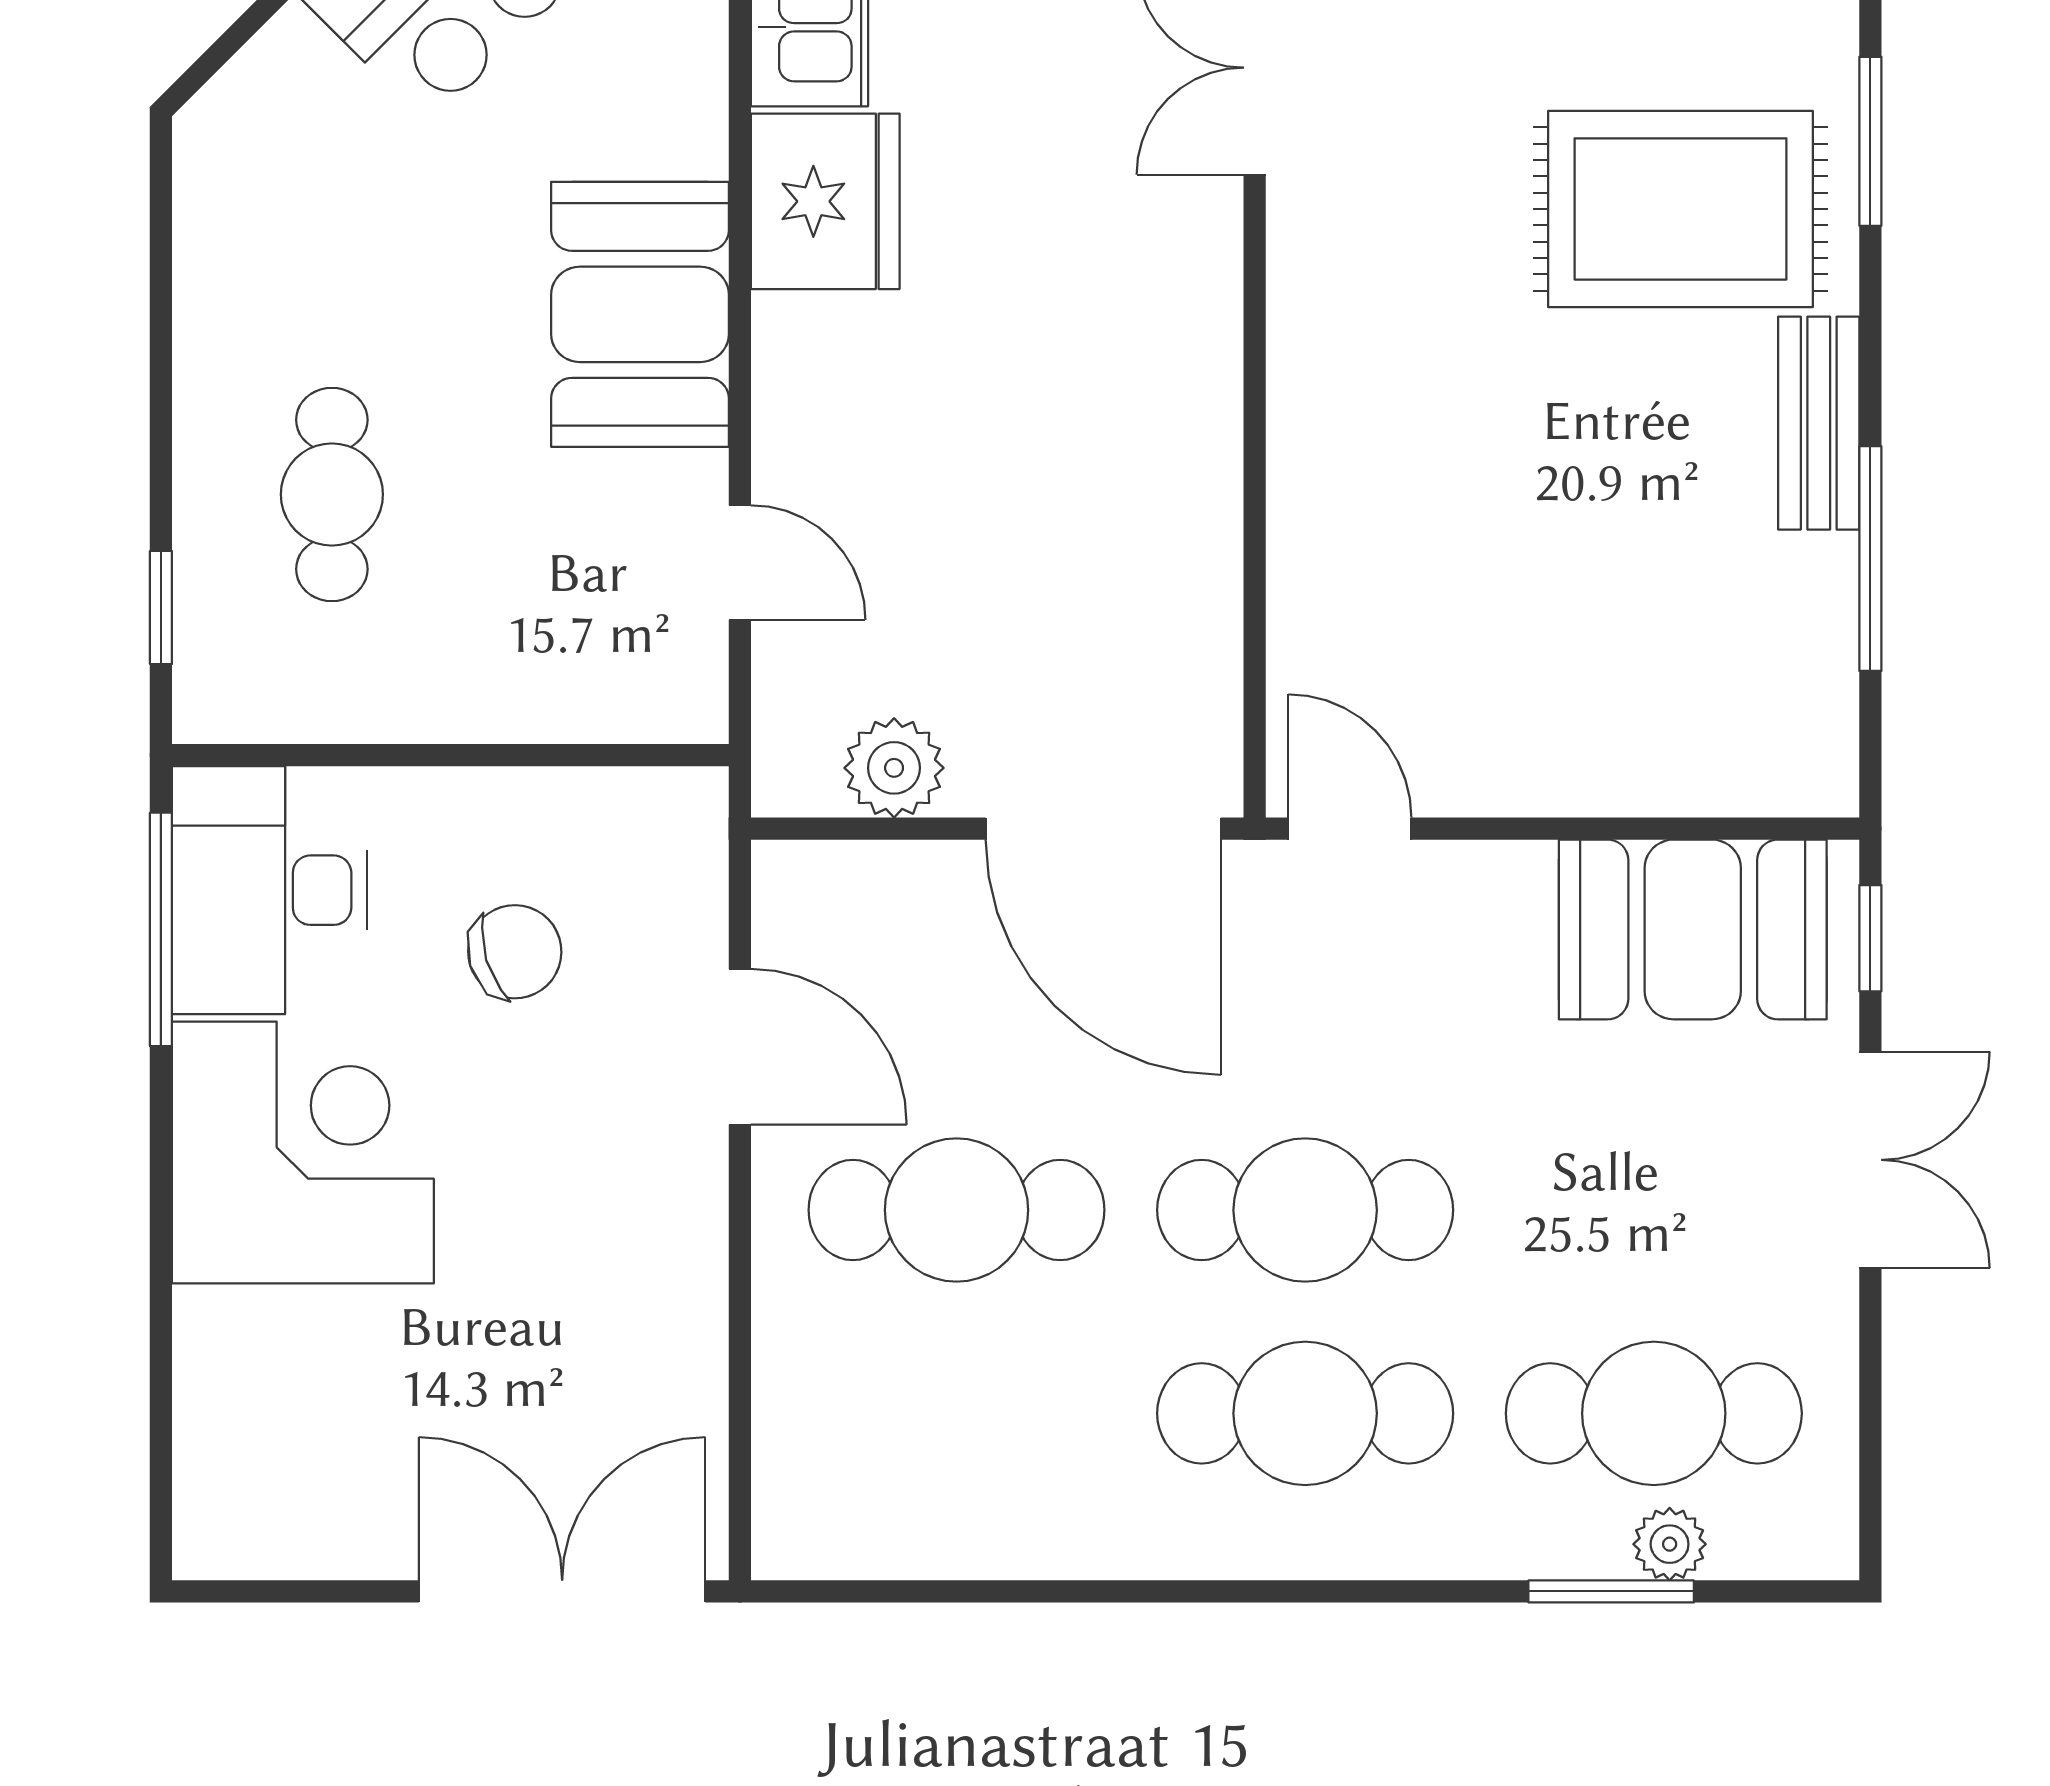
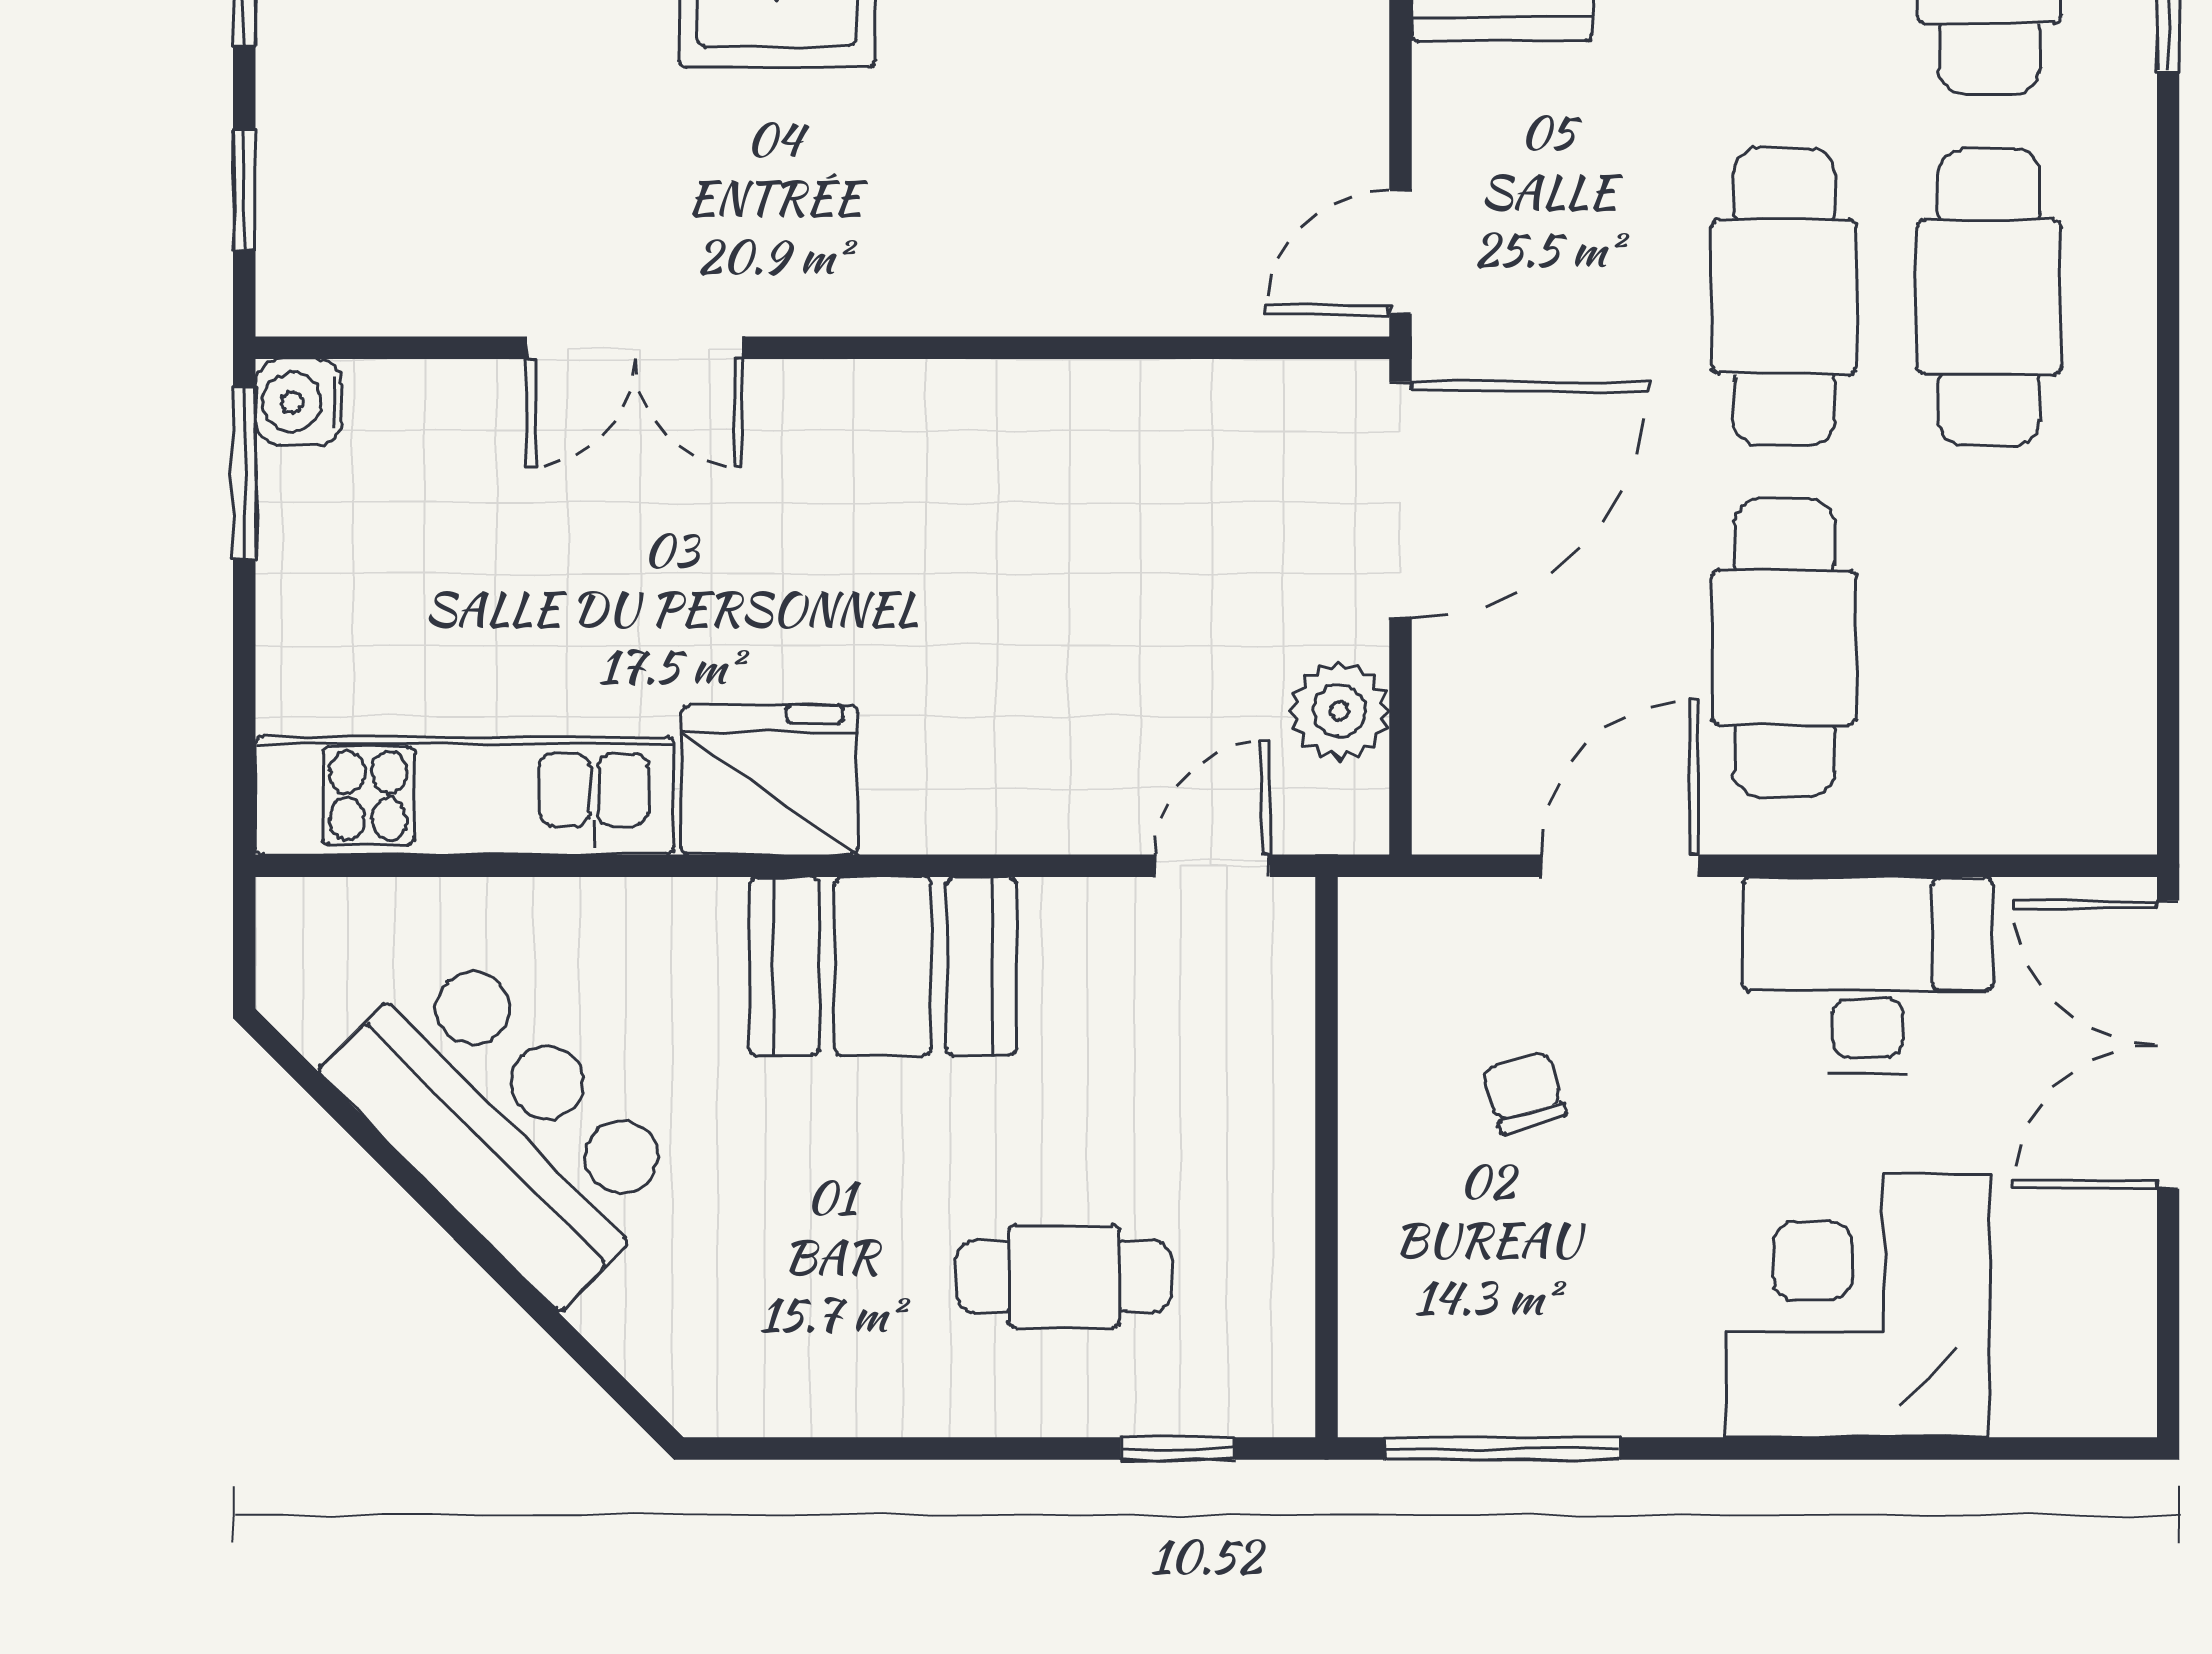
door: (740, 563) -> (1213, 866), moved
desk: (269, 890) -> (1868, 975), moved, turned 180
chair: (515, 952) -> (1524, 1092), width x0.73, depth x0.73
corner desk: (303, 1153) -> (1857, 1306), moved

